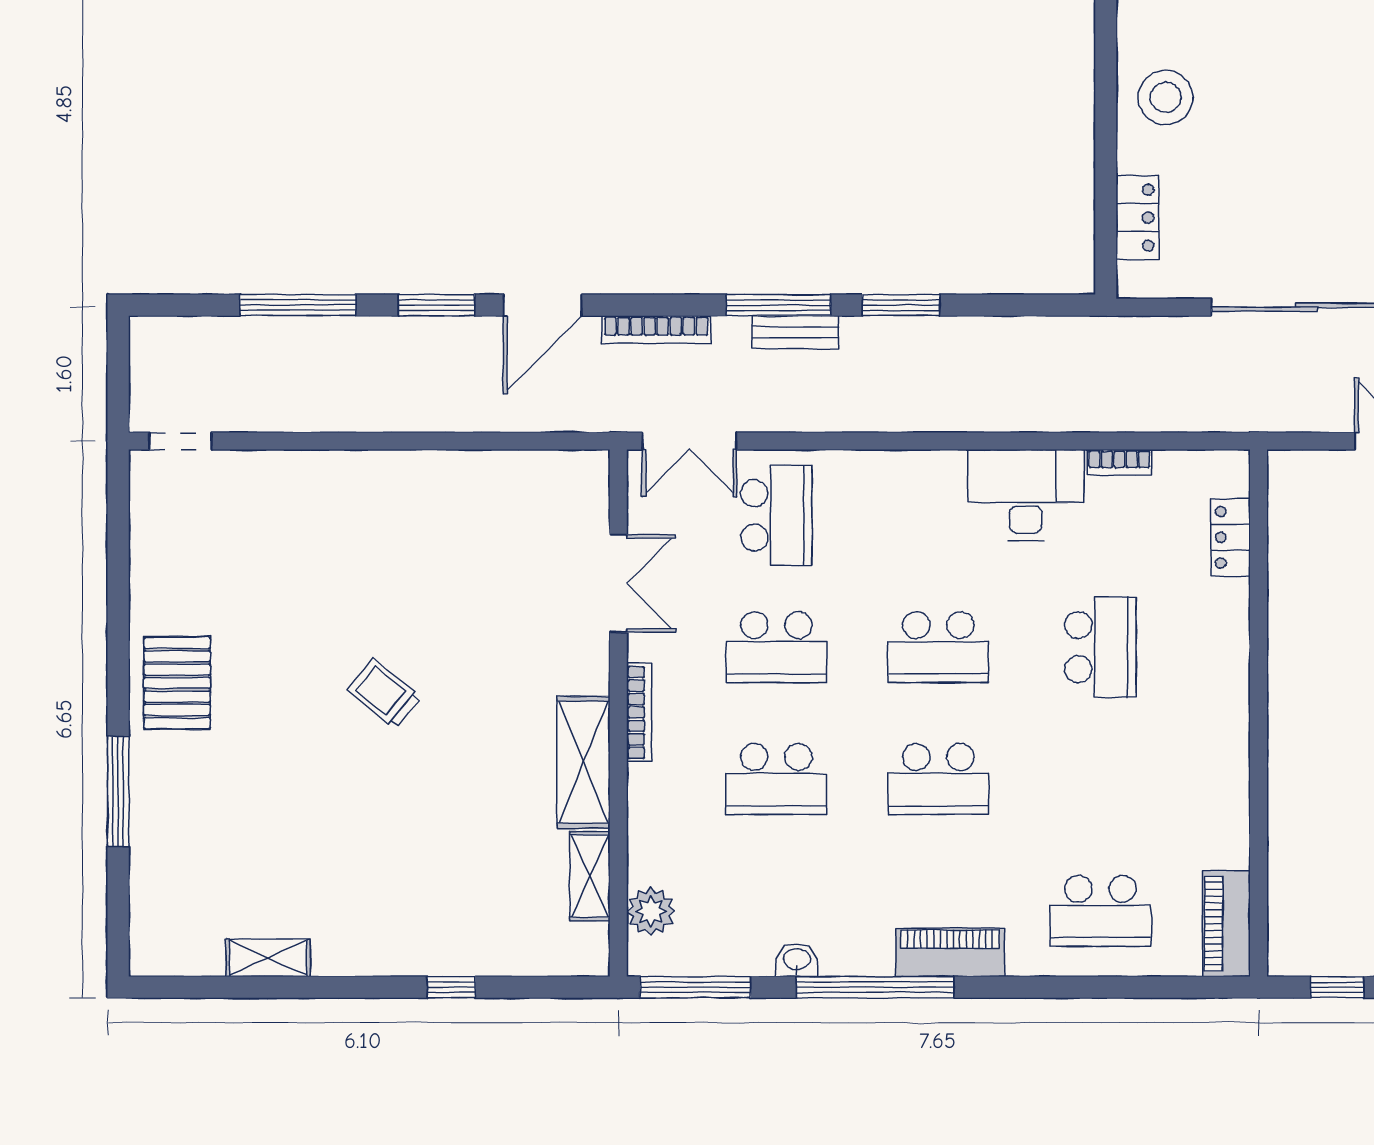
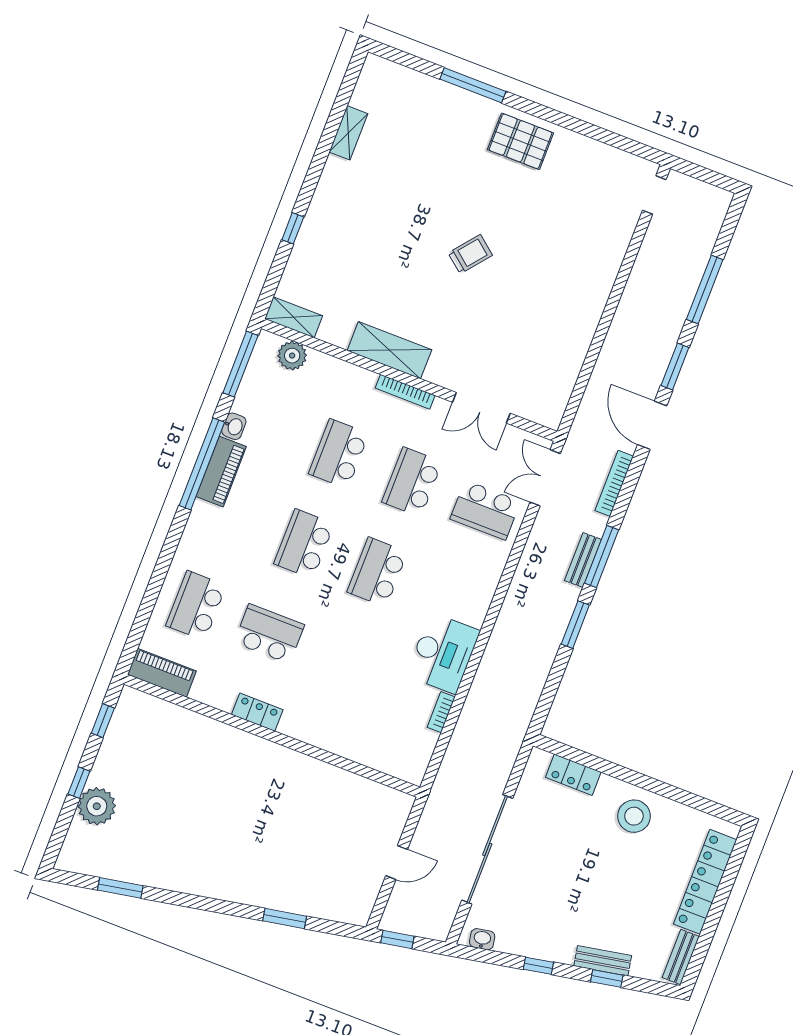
locker: (1231, 537) -> (257, 712), moved
school desk: (1100, 647) -> (269, 634), moved, turned 180
shelving: (590, 876) -> (294, 317), moved
piano: (950, 952) -> (221, 472), moved

